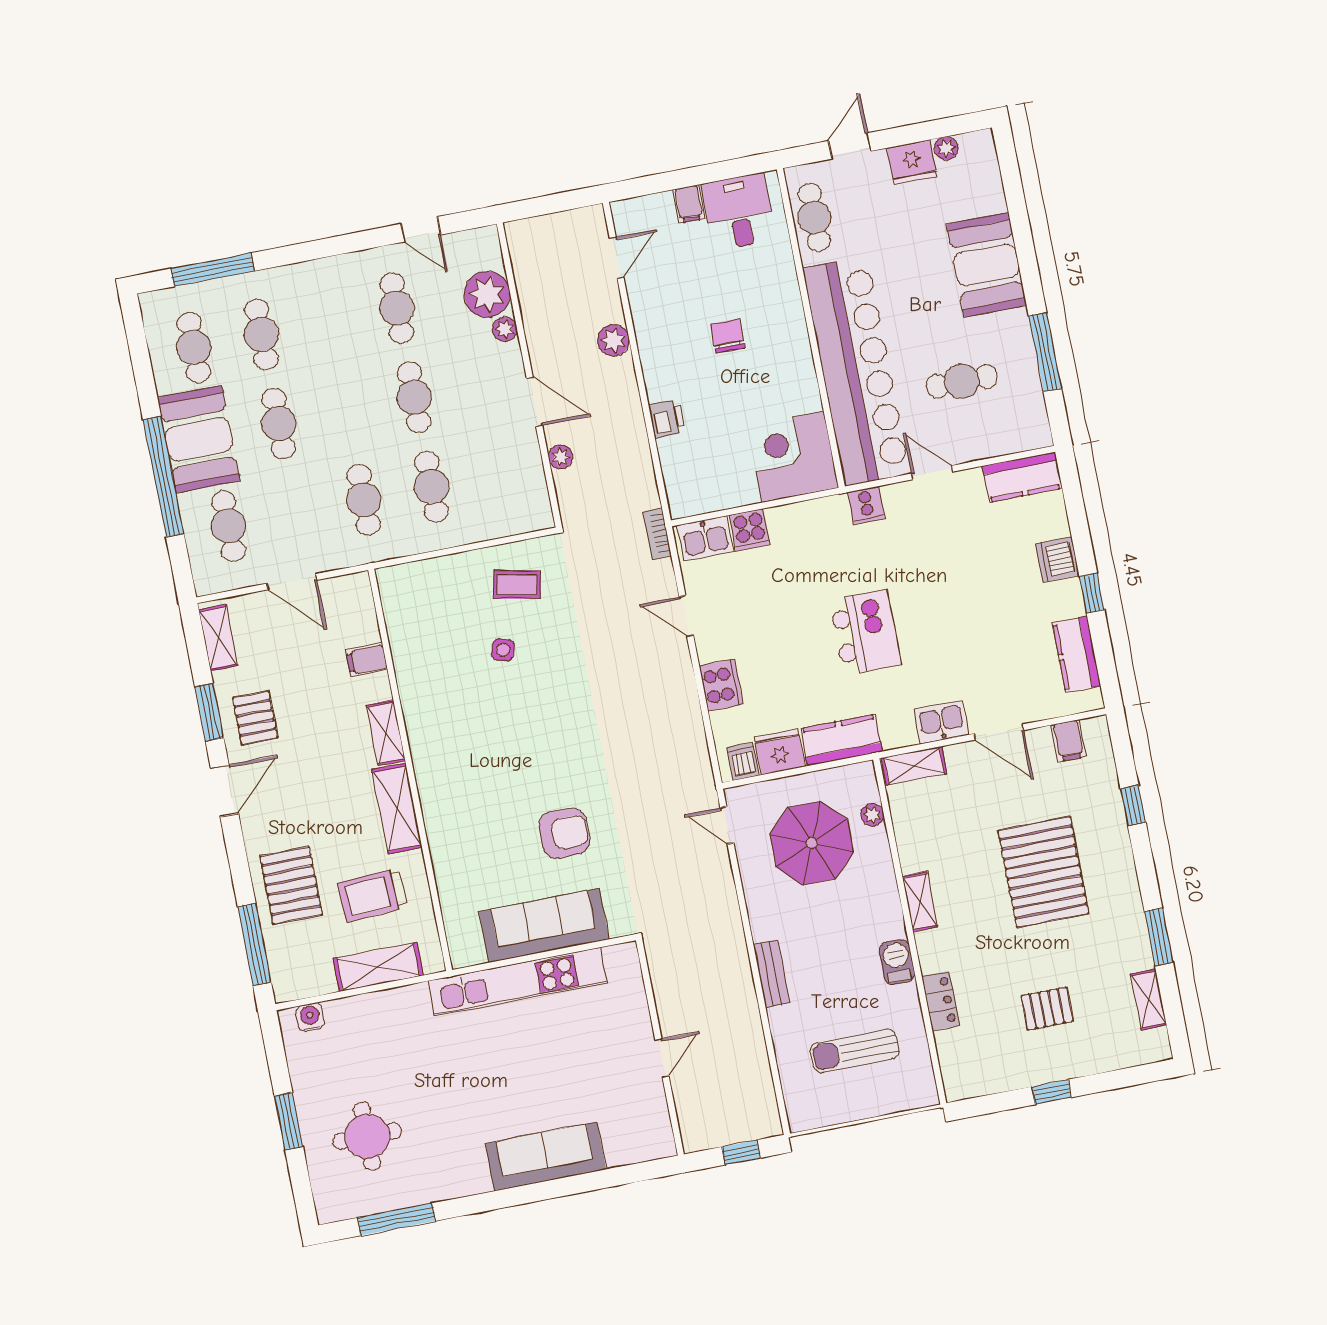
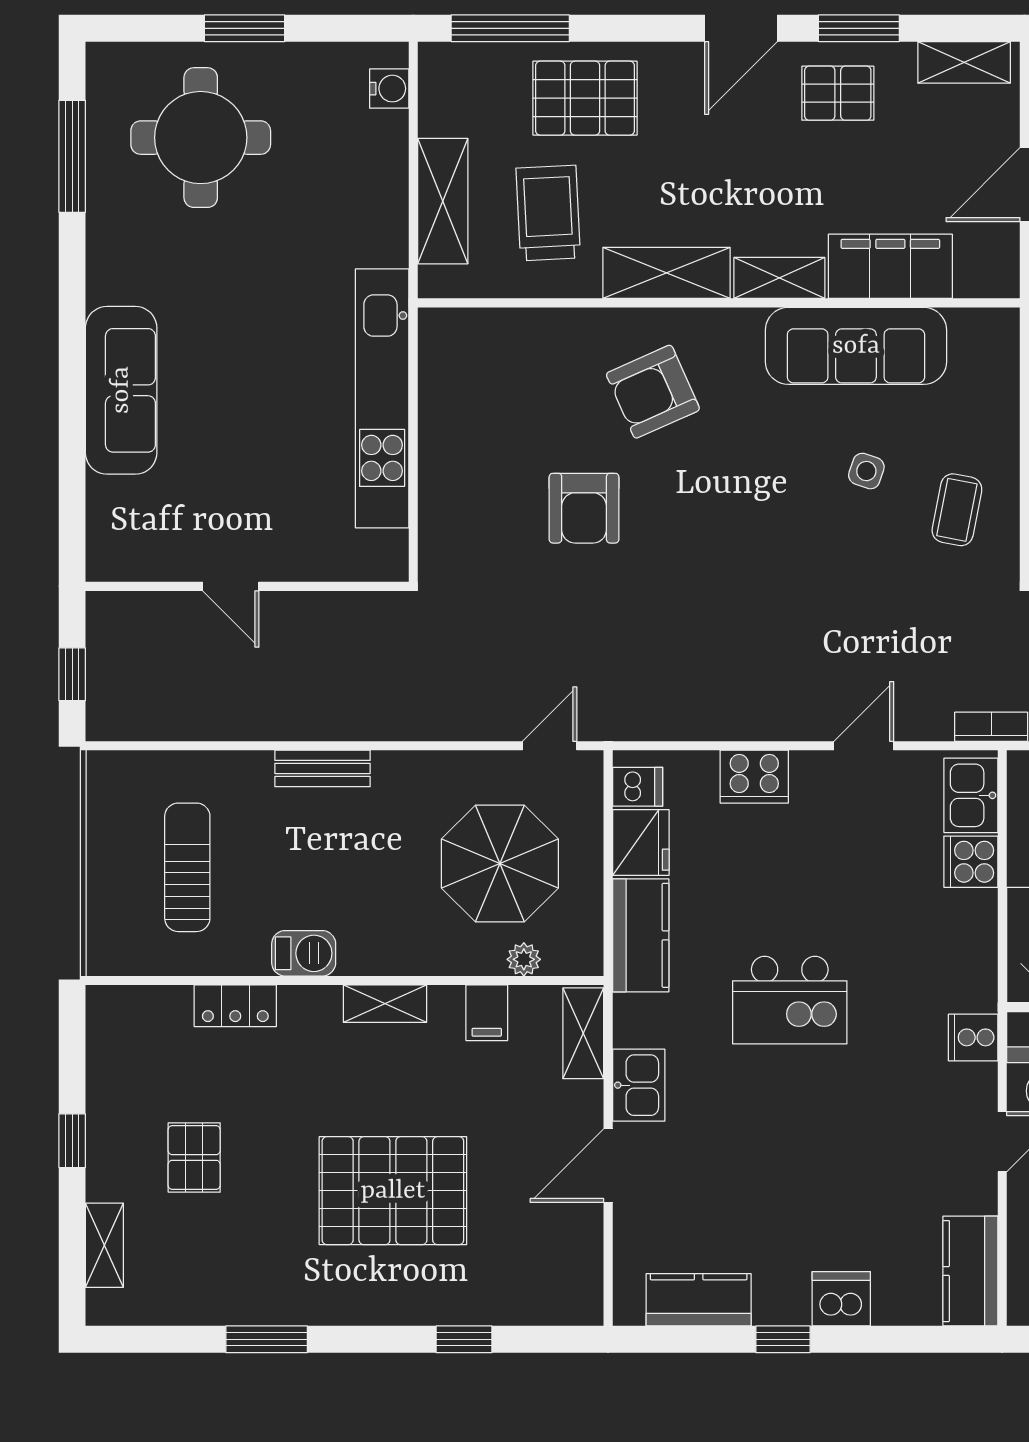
filing cabinet: (367, 660) -> (890, 266), width x3.00, depth x1.17
filing cabinet: (1069, 741) -> (487, 1013), moved, turned -90
door: (224, 791) -> (741, 28), hinge flipped
armchair: (478, 802) -> (653, 392), added
sofa: (544, 925) -> (856, 346), moved, turned 90
shelving: (1149, 1000) -> (104, 1245), moved, turned 90
round table: (367, 1136) -> (201, 138), width x1.36, depth x1.36

